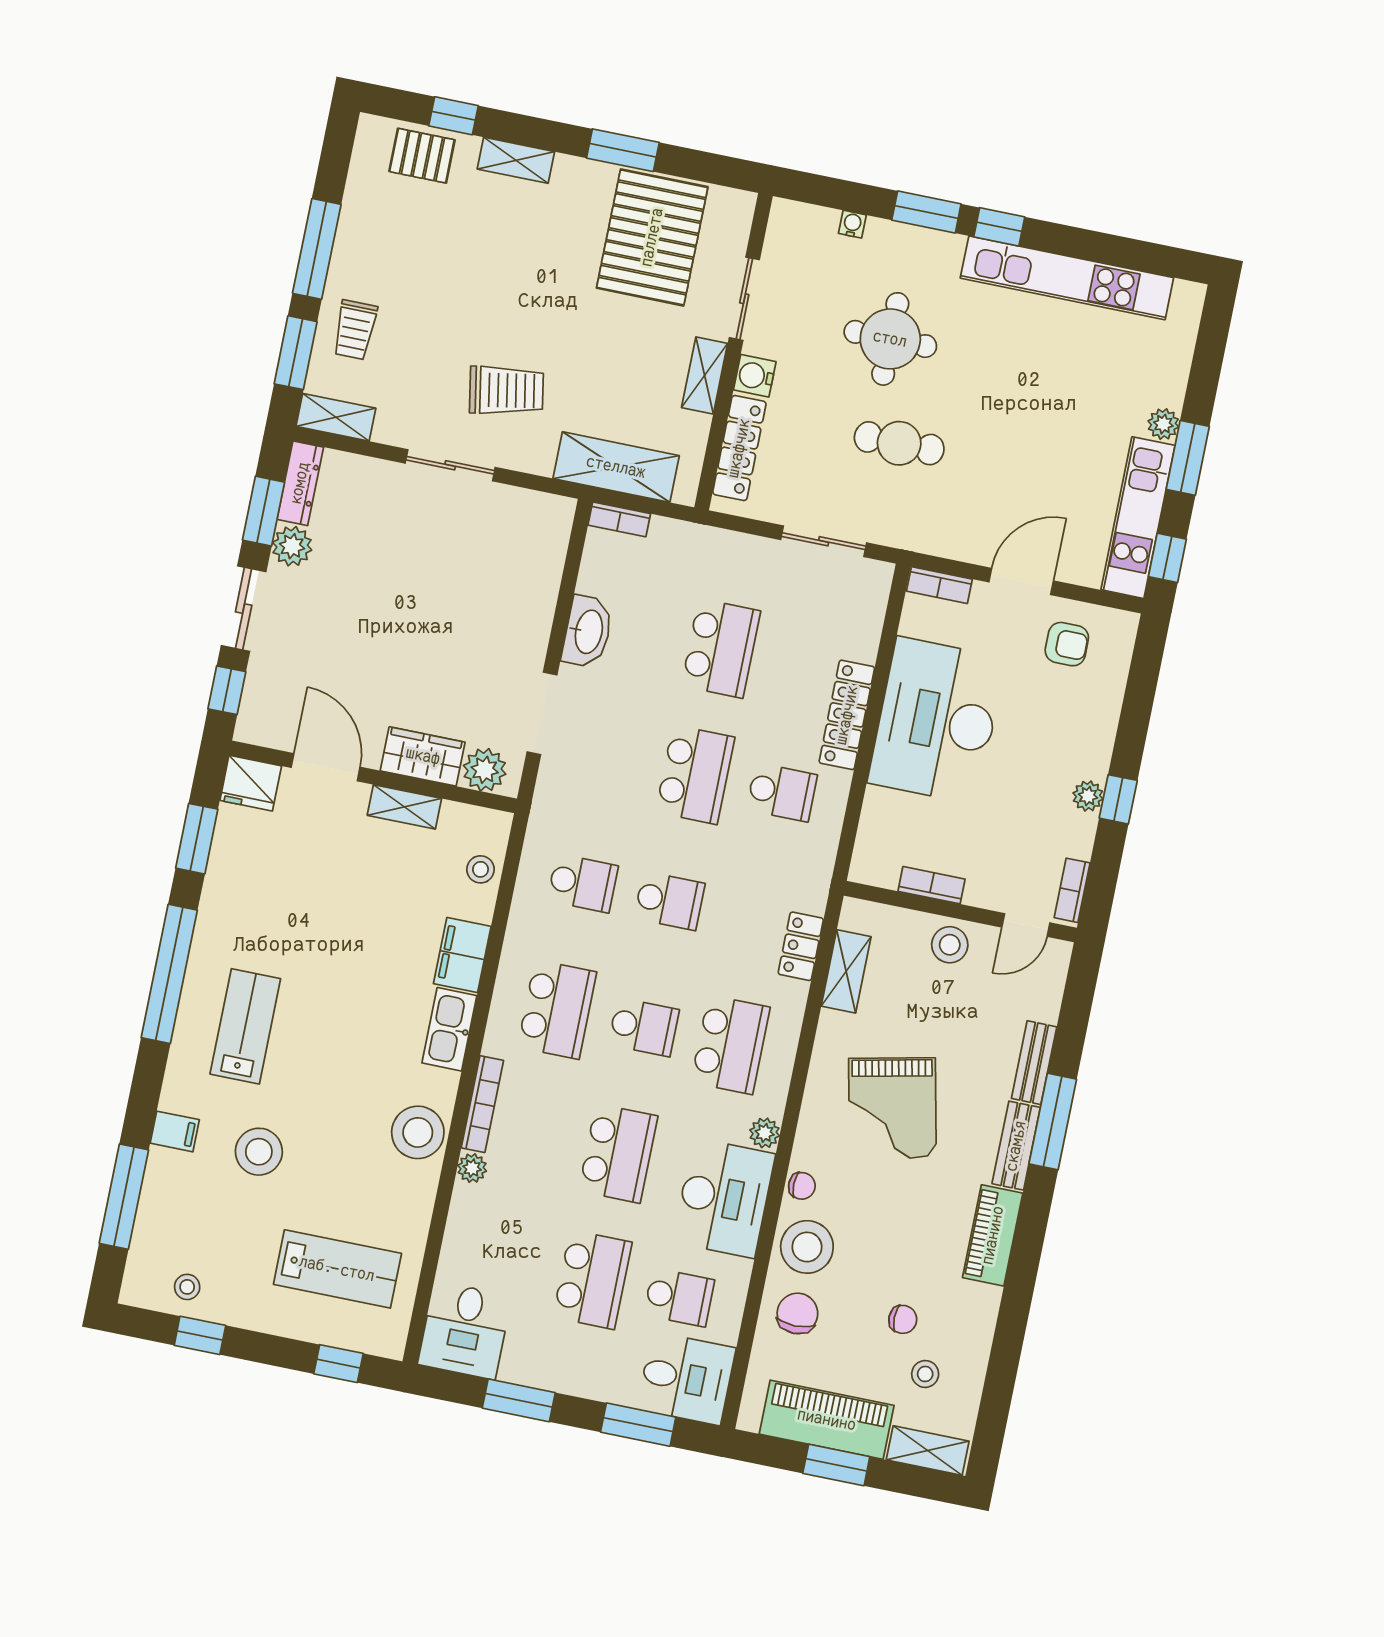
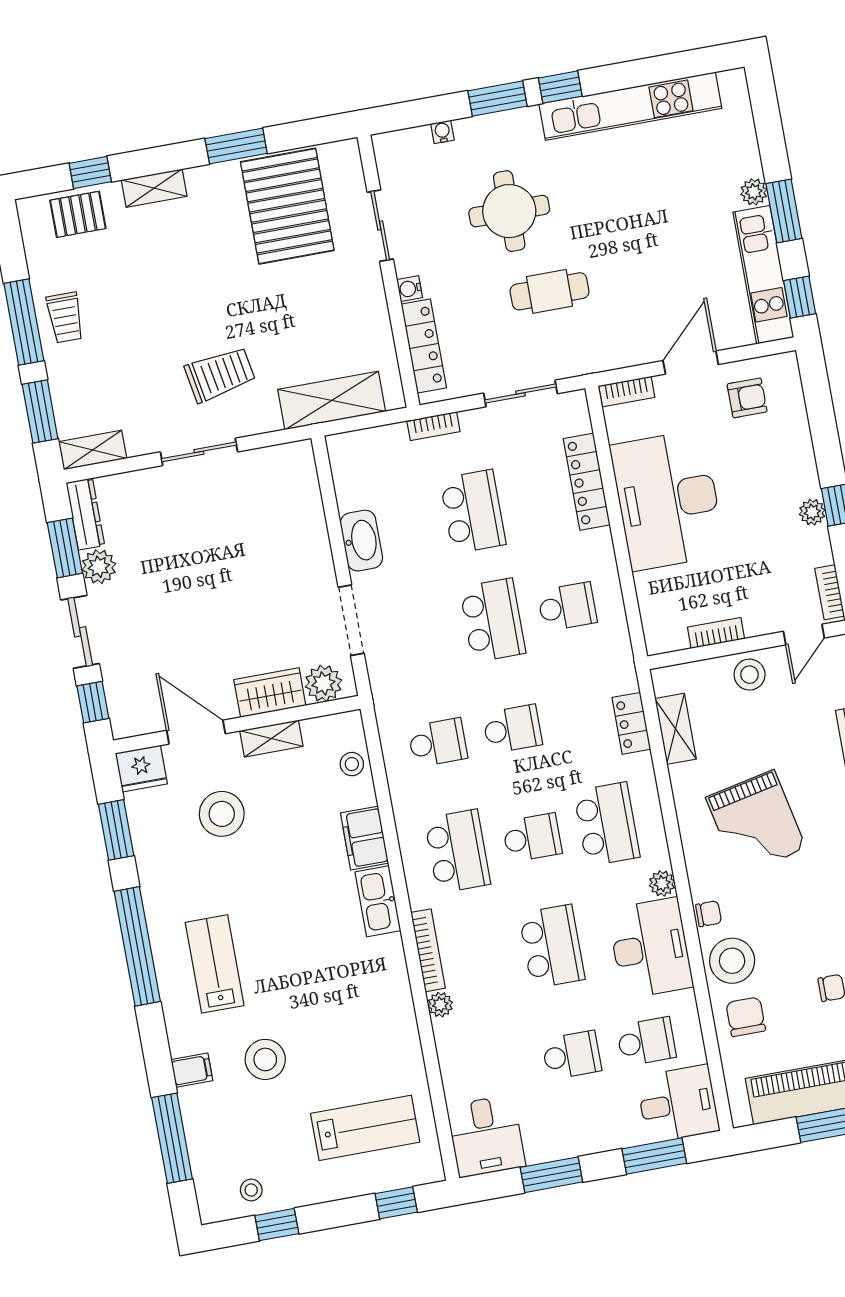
trolley: (355, 330) -> (65, 317), moved
shelving: (705, 375) -> (373, 299), removed
water cooler: (755, 376) -> (410, 289), width x0.72, depth x0.72
bookcase: (619, 519) -> (433, 426), moved
locker: (847, 715) -> (587, 482), moved
stool: (418, 1132) -> (222, 814), moved
school desk: (592, 1280) -> (572, 1055), width x0.54

